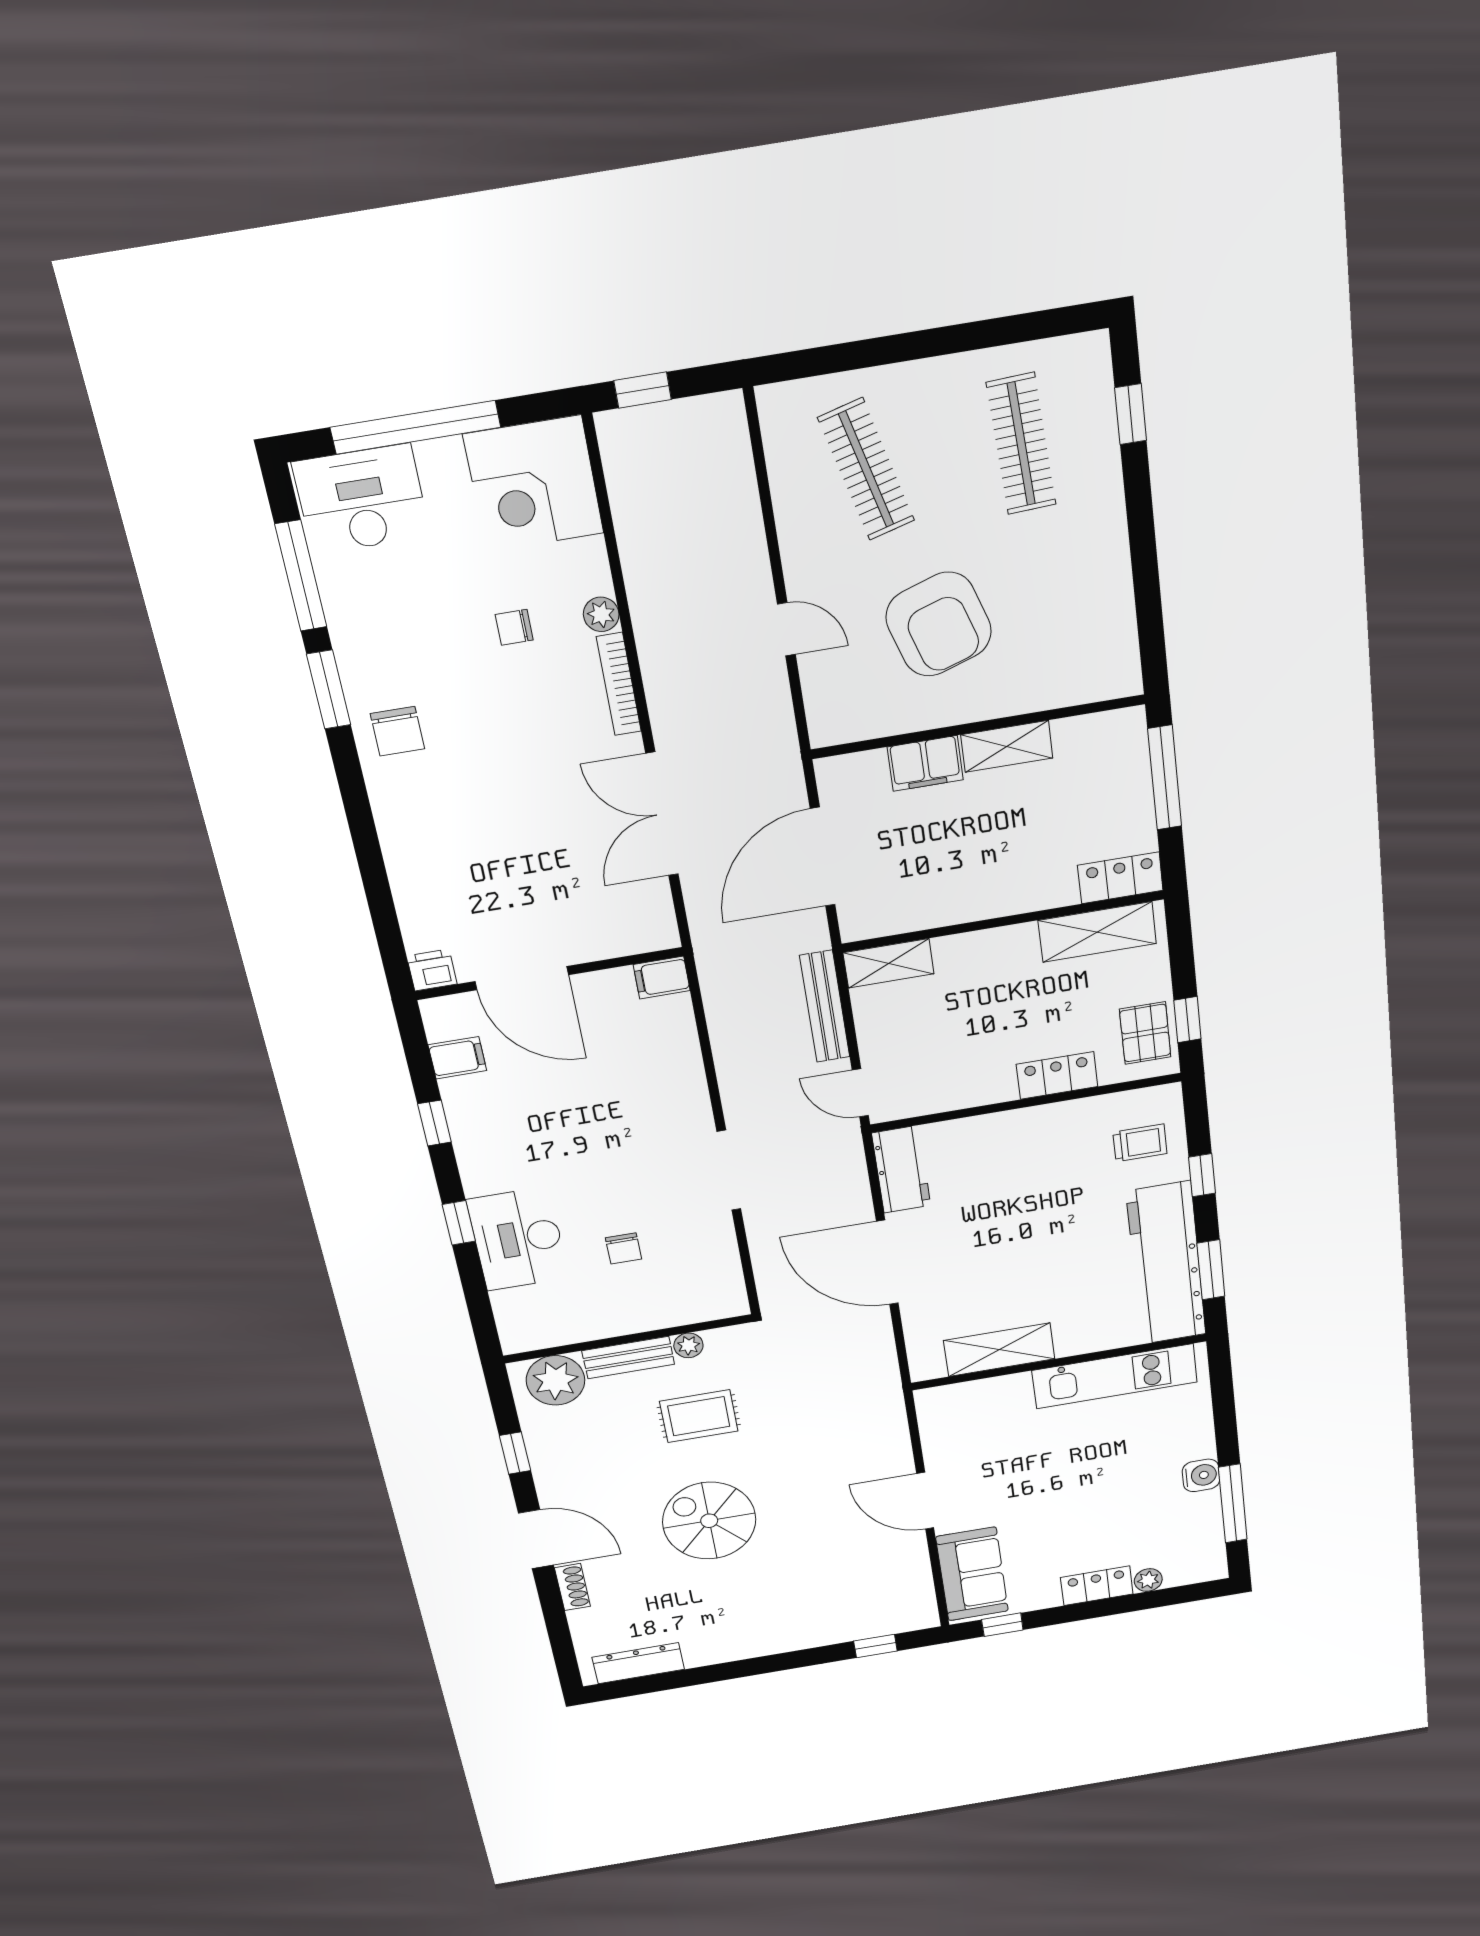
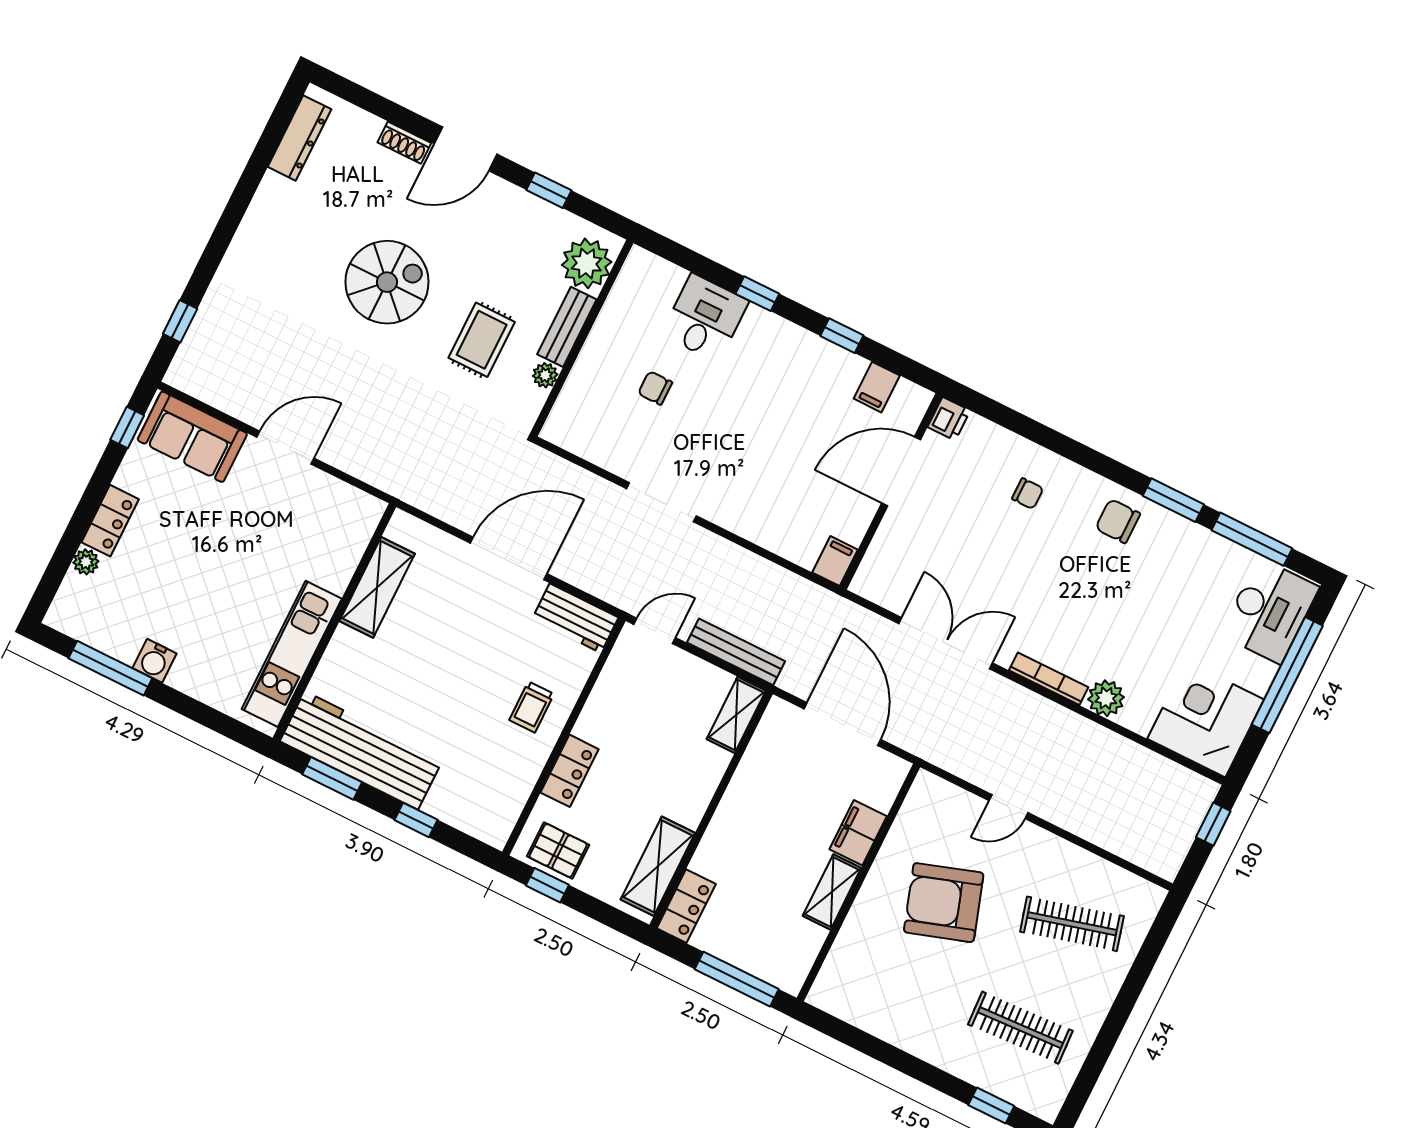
plant: (601, 614) -> (1106, 698), width x1.38, depth x1.38
chair: (514, 627) -> (1028, 494), moved, turned 90
trolley: (1140, 1143) -> (532, 707), moved
desk: (518, 1239) -> (705, 318), width x0.73

